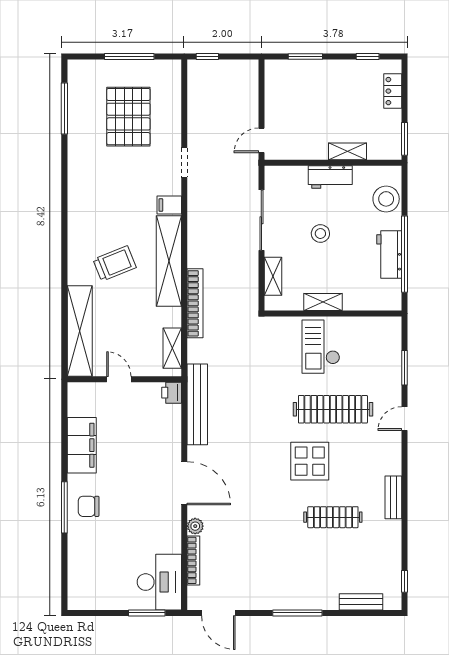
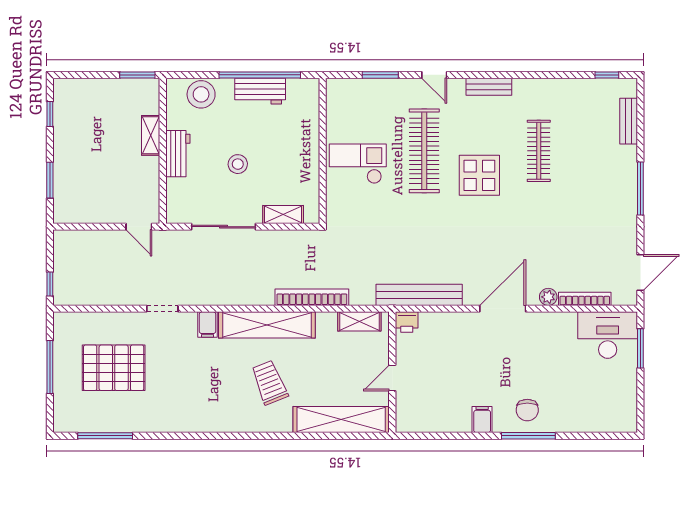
locker: (393, 91) -> (87, 87), removed
shelving: (323, 302) -> (310, 161), removed
checkout: (321, 347) -> (358, 164), turned 180
filing cabinet: (82, 445) -> (482, 420), width x0.33, depth x0.86
bench: (393, 497) -> (489, 87), moved

